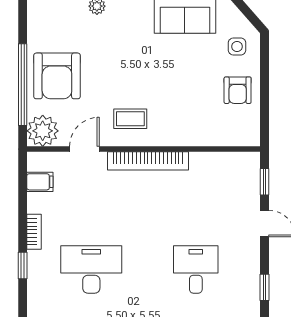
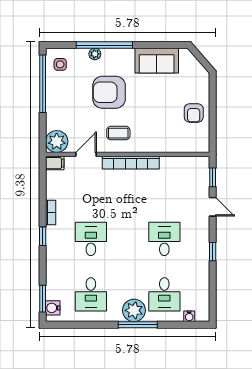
side table: (237, 46) -> (60, 64), moved
armchair: (57, 76) -> (109, 92), moved, turned 90
window: (23, 85) -> (43, 84), moved
filing cabinet: (40, 182) -> (55, 163), moved
desk: (91, 269) -> (91, 239), width x0.73

